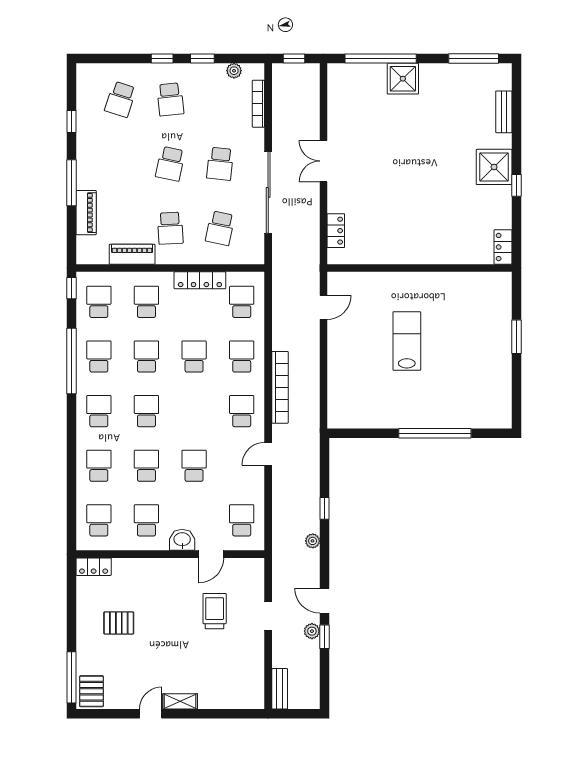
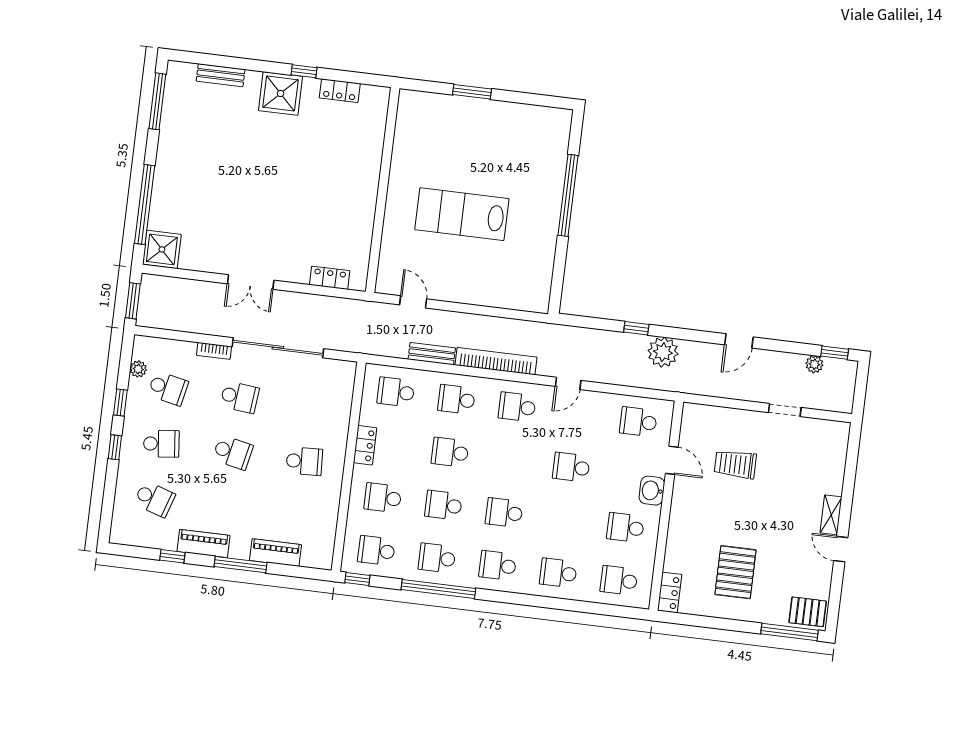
window: (294, 59) -> (133, 301), width x1.50
shower: (403, 79) -> (162, 249), moved
bookcase: (258, 104) -> (214, 351), moved, width x0.64
school desk: (220, 228) -> (168, 388), moved
locker: (503, 247) -> (340, 91), moved
piano: (132, 254) -> (204, 544), moved, turned 90
locker: (200, 280) -> (365, 445), width x0.66
lab bench: (407, 341) -> (462, 214), width x1.36, depth x1.39
door: (268, 454) -> (568, 383), hinge flipped
school desk: (146, 466) -> (565, 520), removed
plant: (313, 541) -> (663, 352), width x1.88, depth x1.88
doorway: (268, 616) -> (785, 410), moved
pallet: (119, 623) -> (735, 572), width x1.50, depth x1.42
plant: (312, 631) -> (814, 364), moved
window: (324, 637) -> (835, 353), moved
bench: (280, 689) -> (432, 354), moved

